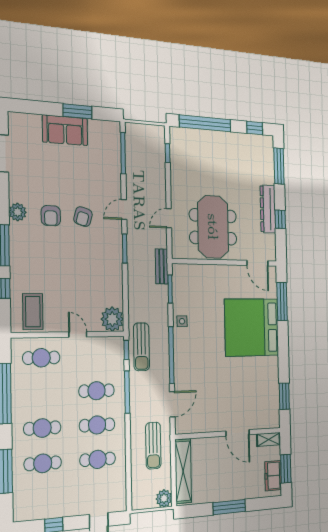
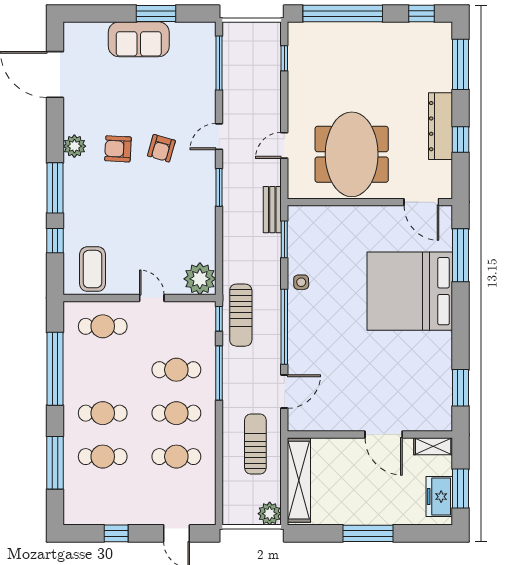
armchair: (51, 216) -> (118, 149), turned 93
sun lounger: (153, 446) -> (255, 444), turned 180

